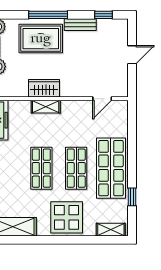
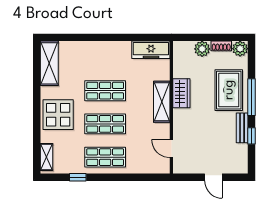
window: (103, 15) -> (251, 136), moved
shelving: (46, 107) -> (162, 102), width x1.50, depth x1.33
shop shelf: (111, 168) -> (105, 157), width x0.70, depth x0.74

